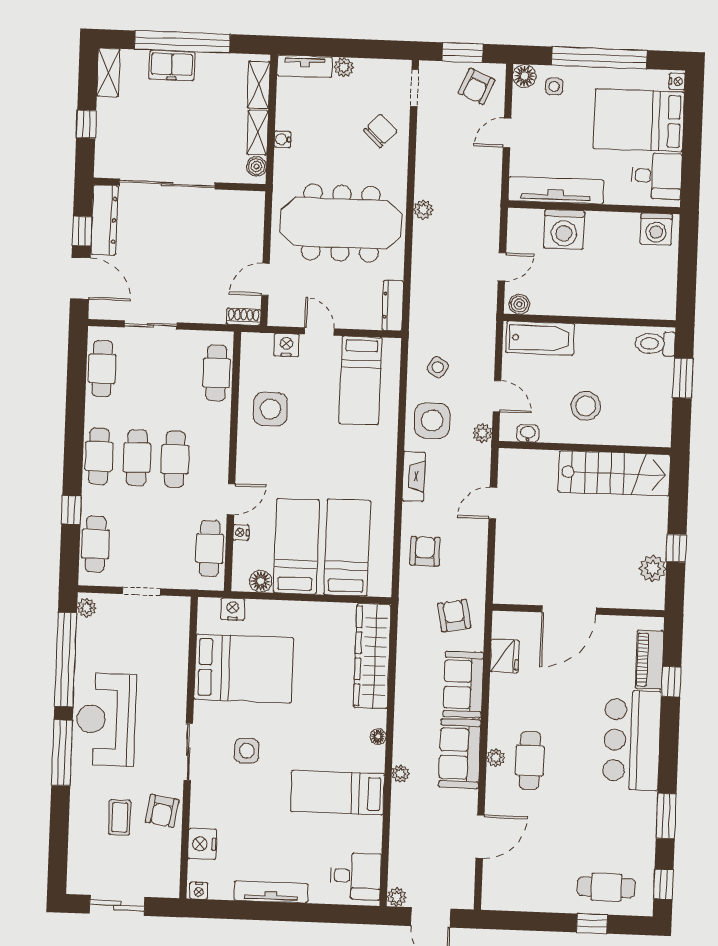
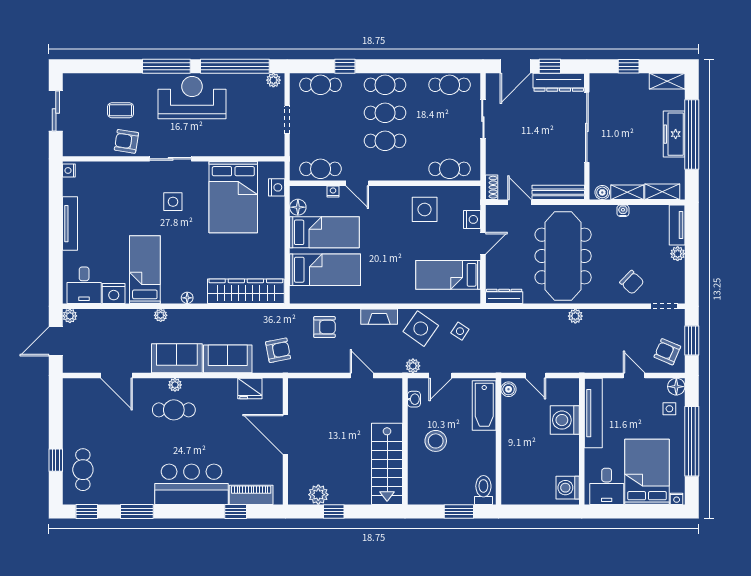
freezer: (172, 65) -> (674, 134), width x1.40
bench: (254, 226) -> (558, 192), added
side table: (432, 420) -> (421, 329), turned 35
nightstand: (202, 844) -> (114, 293), moved, turned 180

